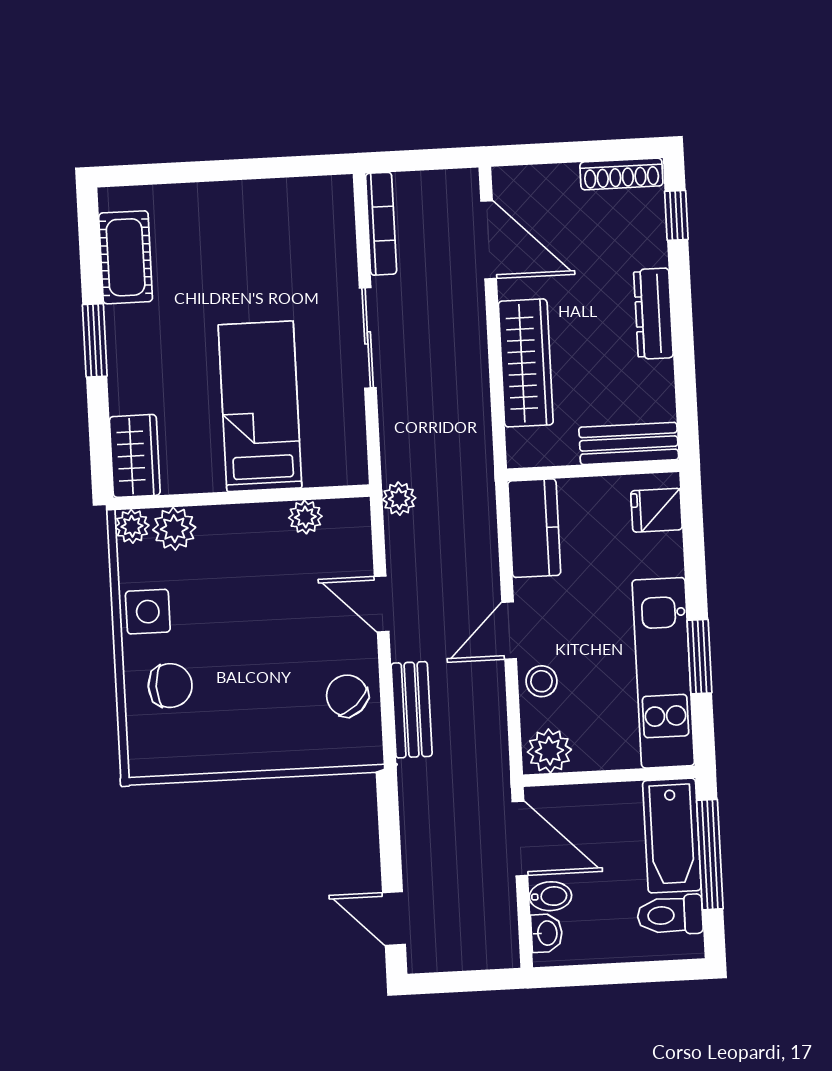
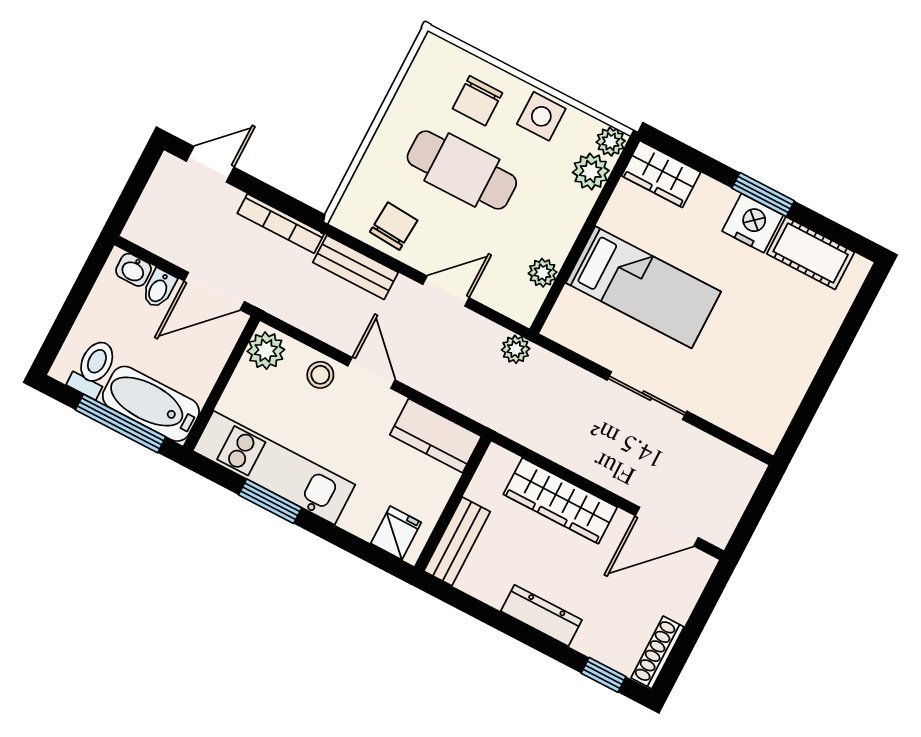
bookcase: (381, 224) -> (281, 224), moved
nightstand: (130, 334) -> (753, 223), added
cafe table: (250, 660) -> (462, 170), added
chair: (347, 696) -> (394, 226), turned -44

